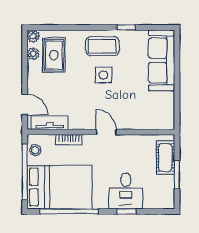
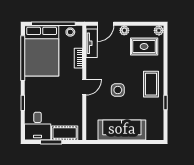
plant: (33, 54) -> (124, 30), moved
sofa: (162, 60) -> (122, 130), moved
side table: (103, 75) -> (118, 90), moved
desk: (126, 191) -> (38, 126), moved, turned -90

